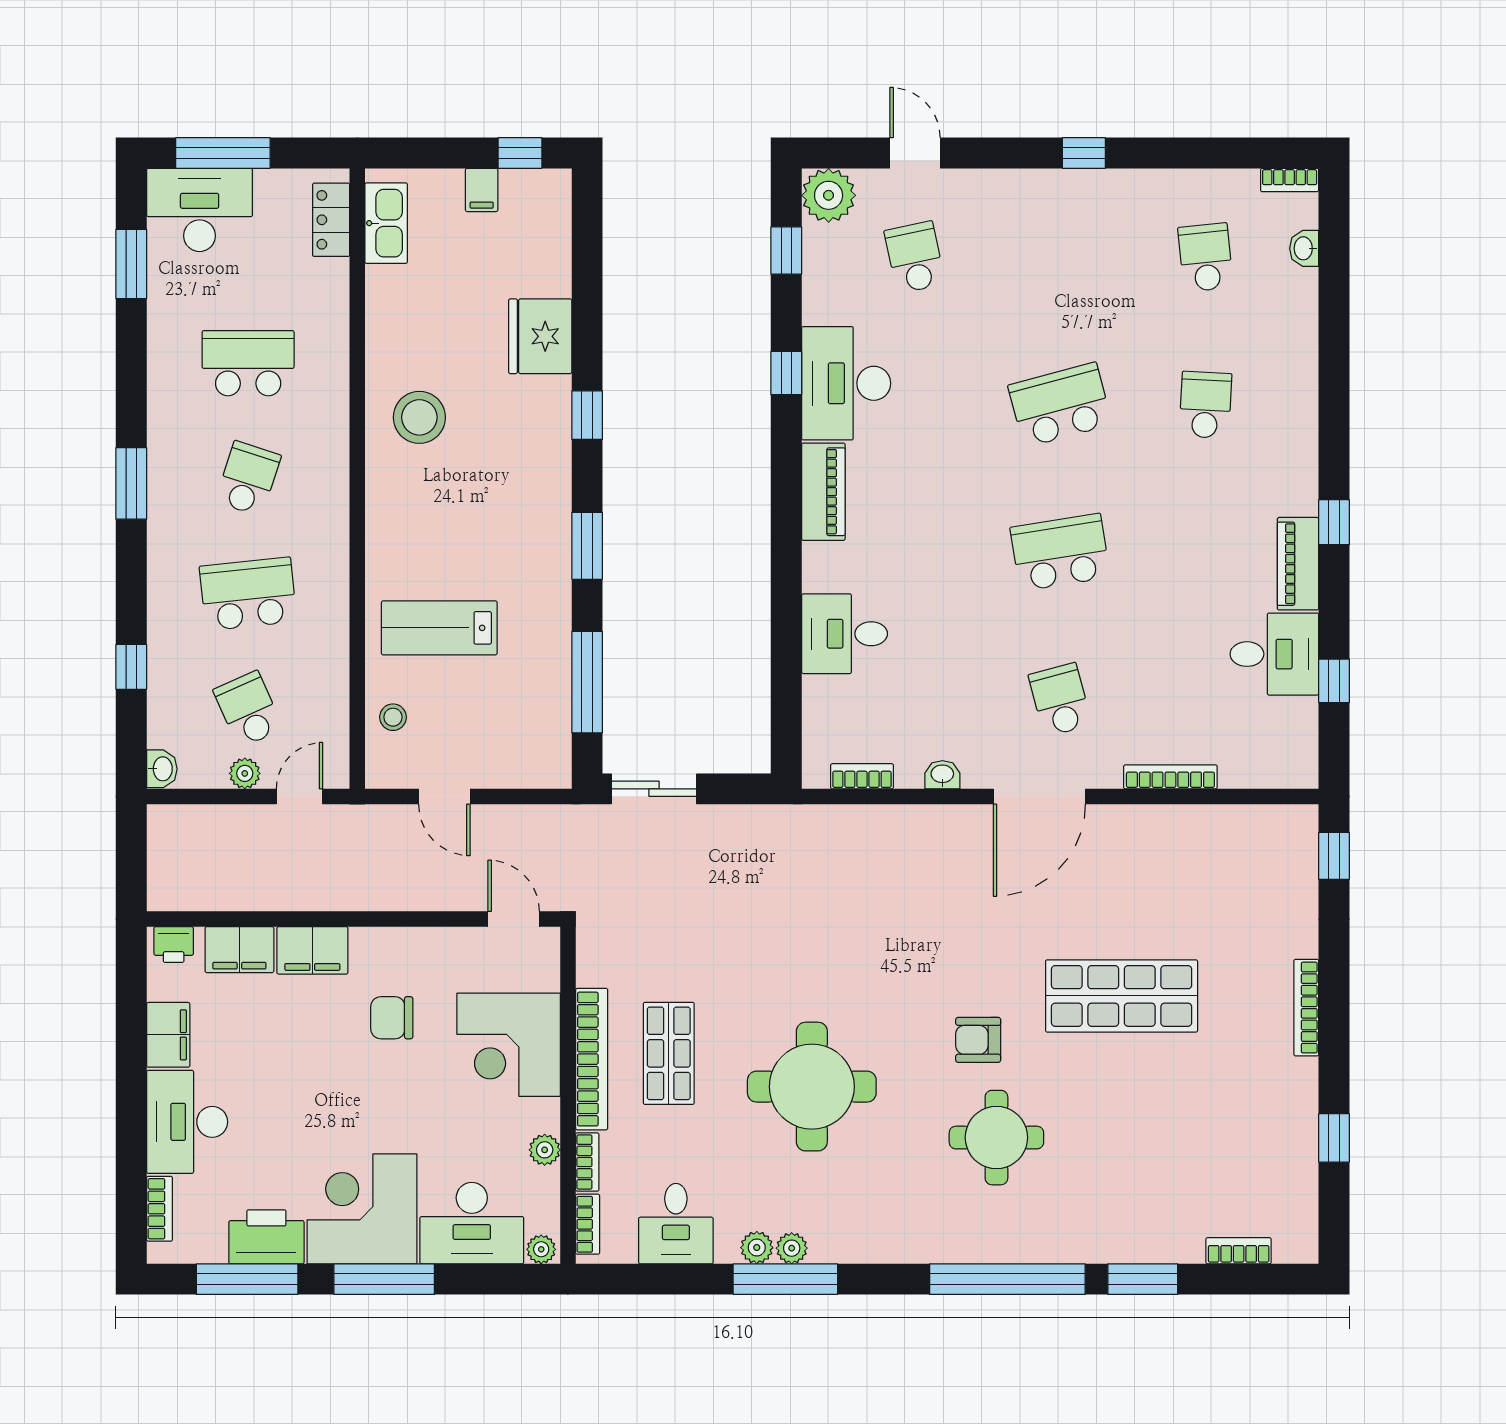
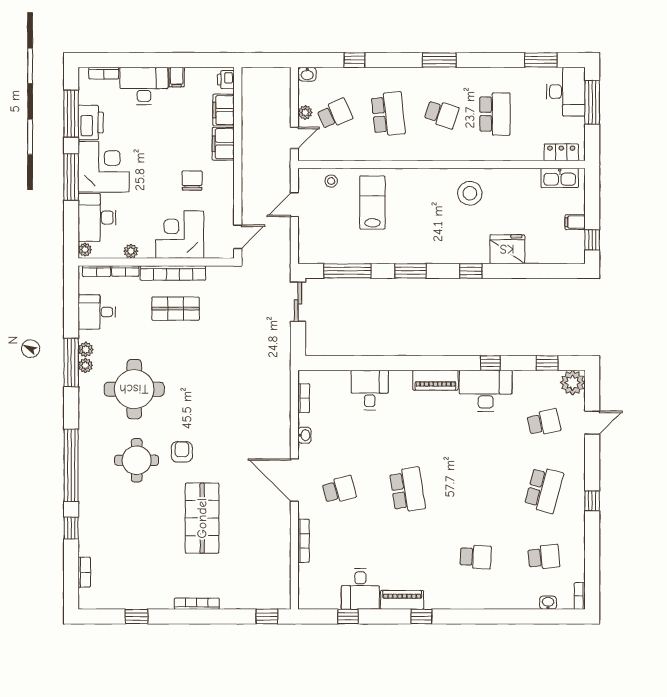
school desk: (1060, 405) -> (544, 490), moved, turned 30
door: (300, 796) -> (294, 138), hinge flipped
filing cabinet: (168, 1035) -> (177, 77), width x0.50
round table: (812, 1087) -> (134, 389), moved
window: (1143, 1279) -> (71, 528), width x0.67

